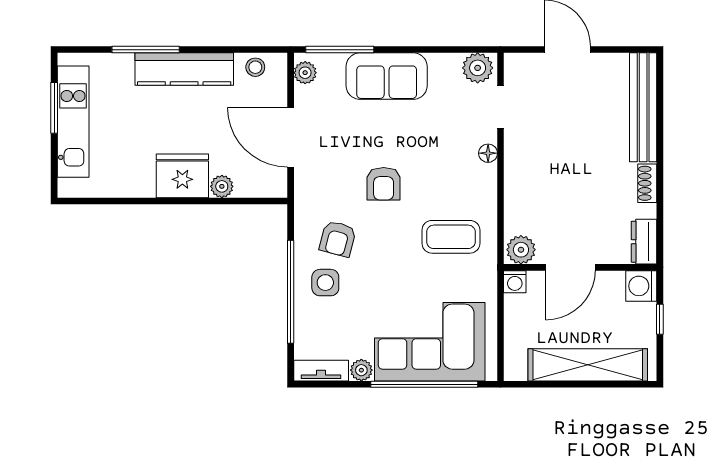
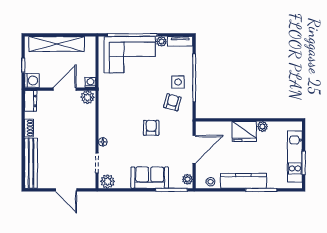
door: (291, 137) -> (194, 149), hinge flipped
plant: (222, 186) -> (262, 127), moved
coffee table: (451, 237) -> (120, 103), removed

